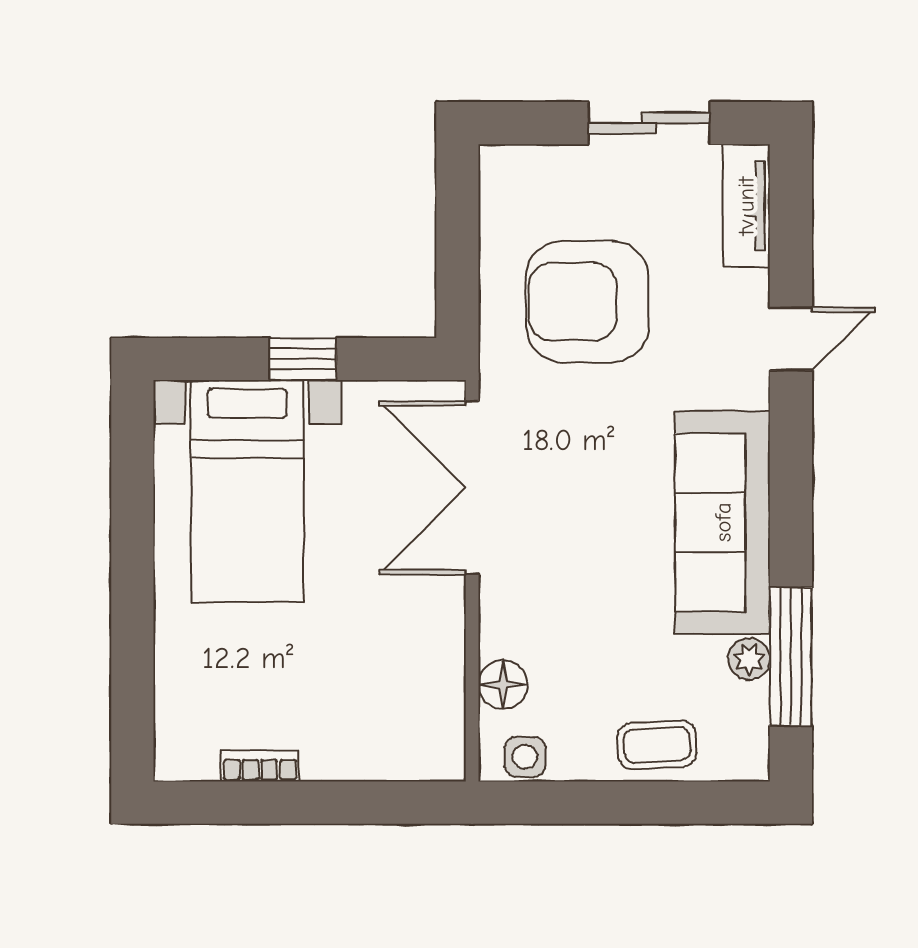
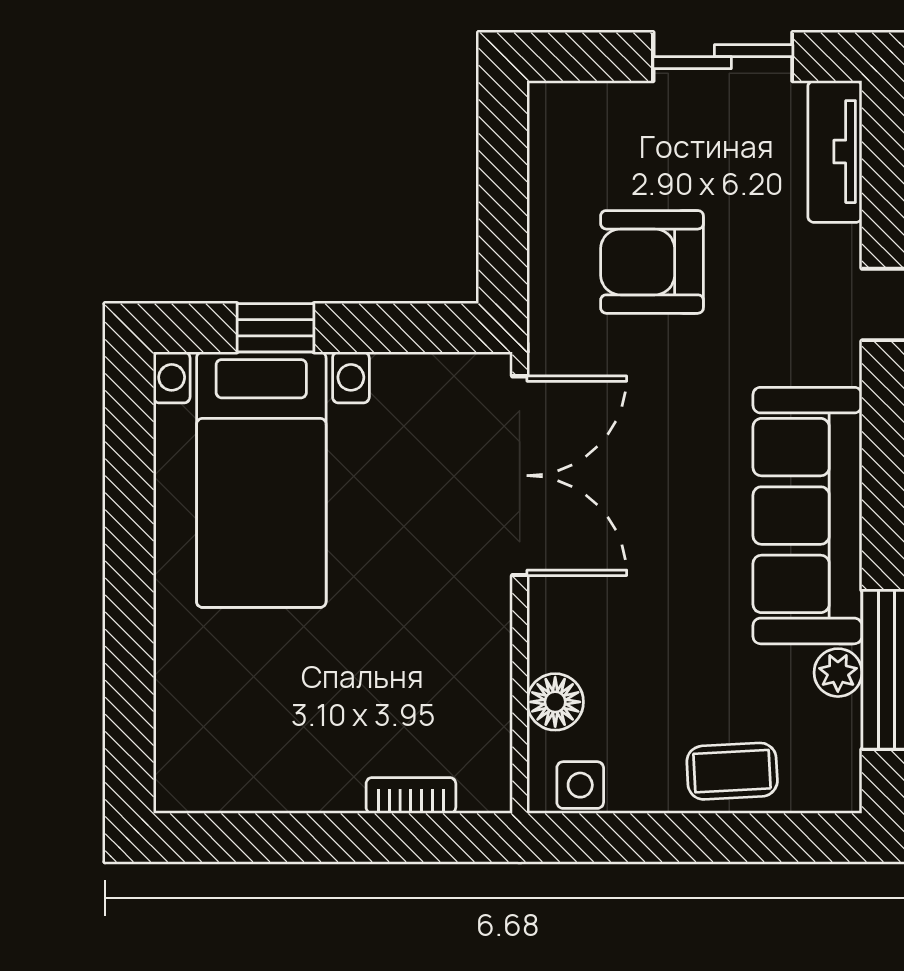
armchair: (587, 302) -> (652, 262), width x0.73, depth x0.73
window: (303, 359) -> (275, 328), moved
double door: (472, 488) -> (520, 476), swing flipped
bookcase: (260, 766) -> (411, 795), moved

